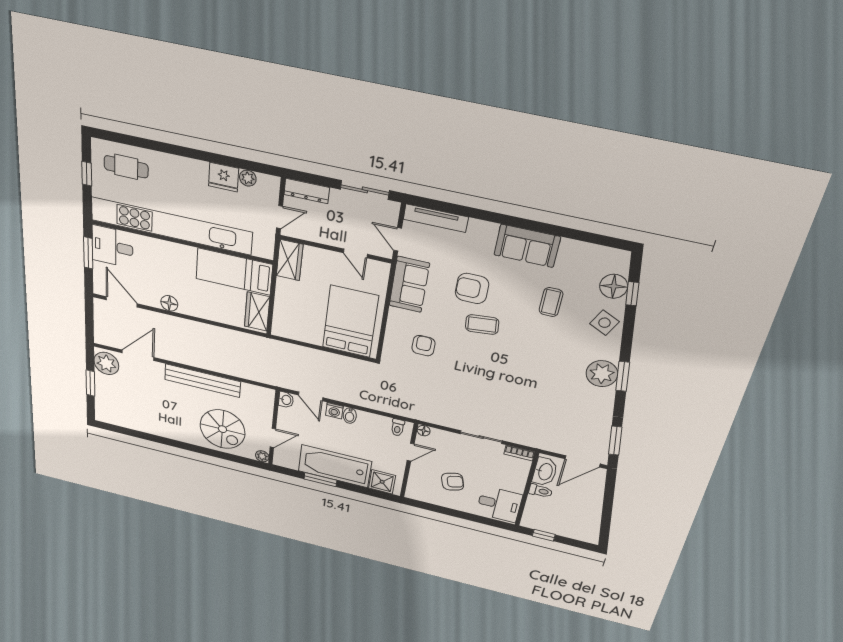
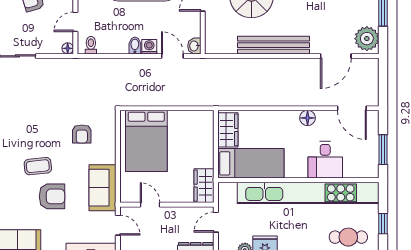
desk: (112, 246) -> (325, 160), moved, turned 90

